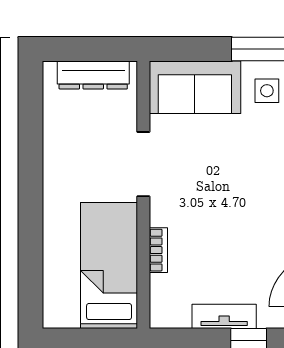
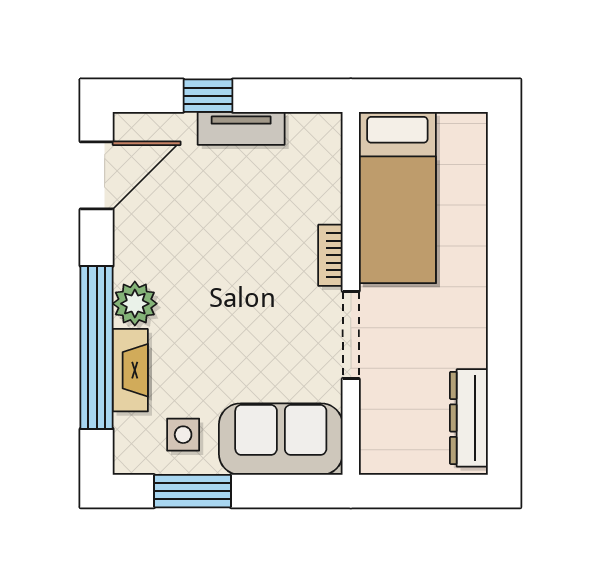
dresser: (93, 75) -> (469, 418), moved, turned -90
bookcase: (158, 250) -> (330, 255), moved

